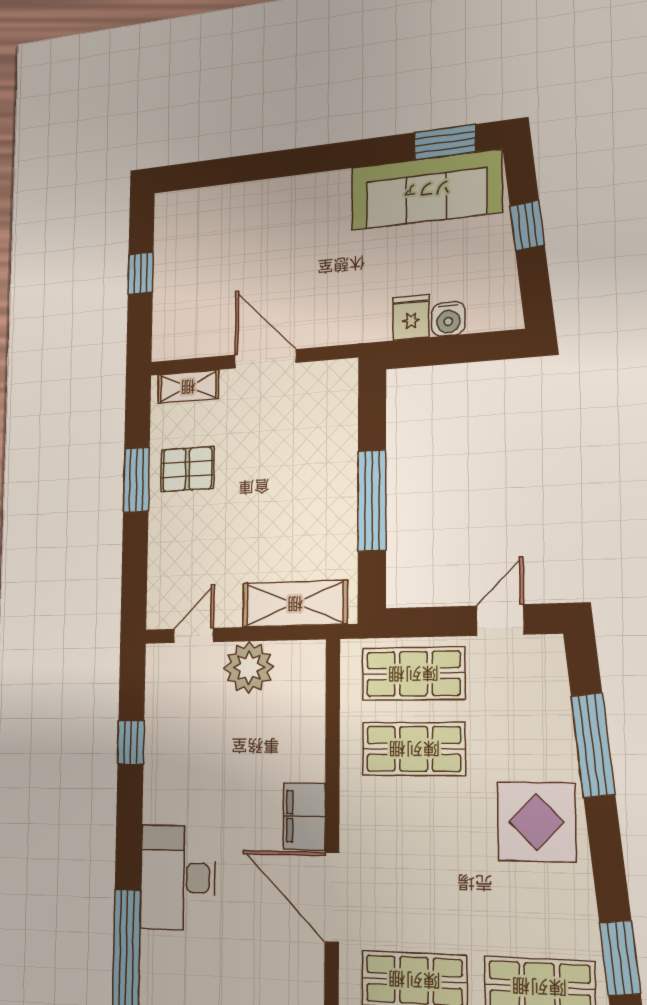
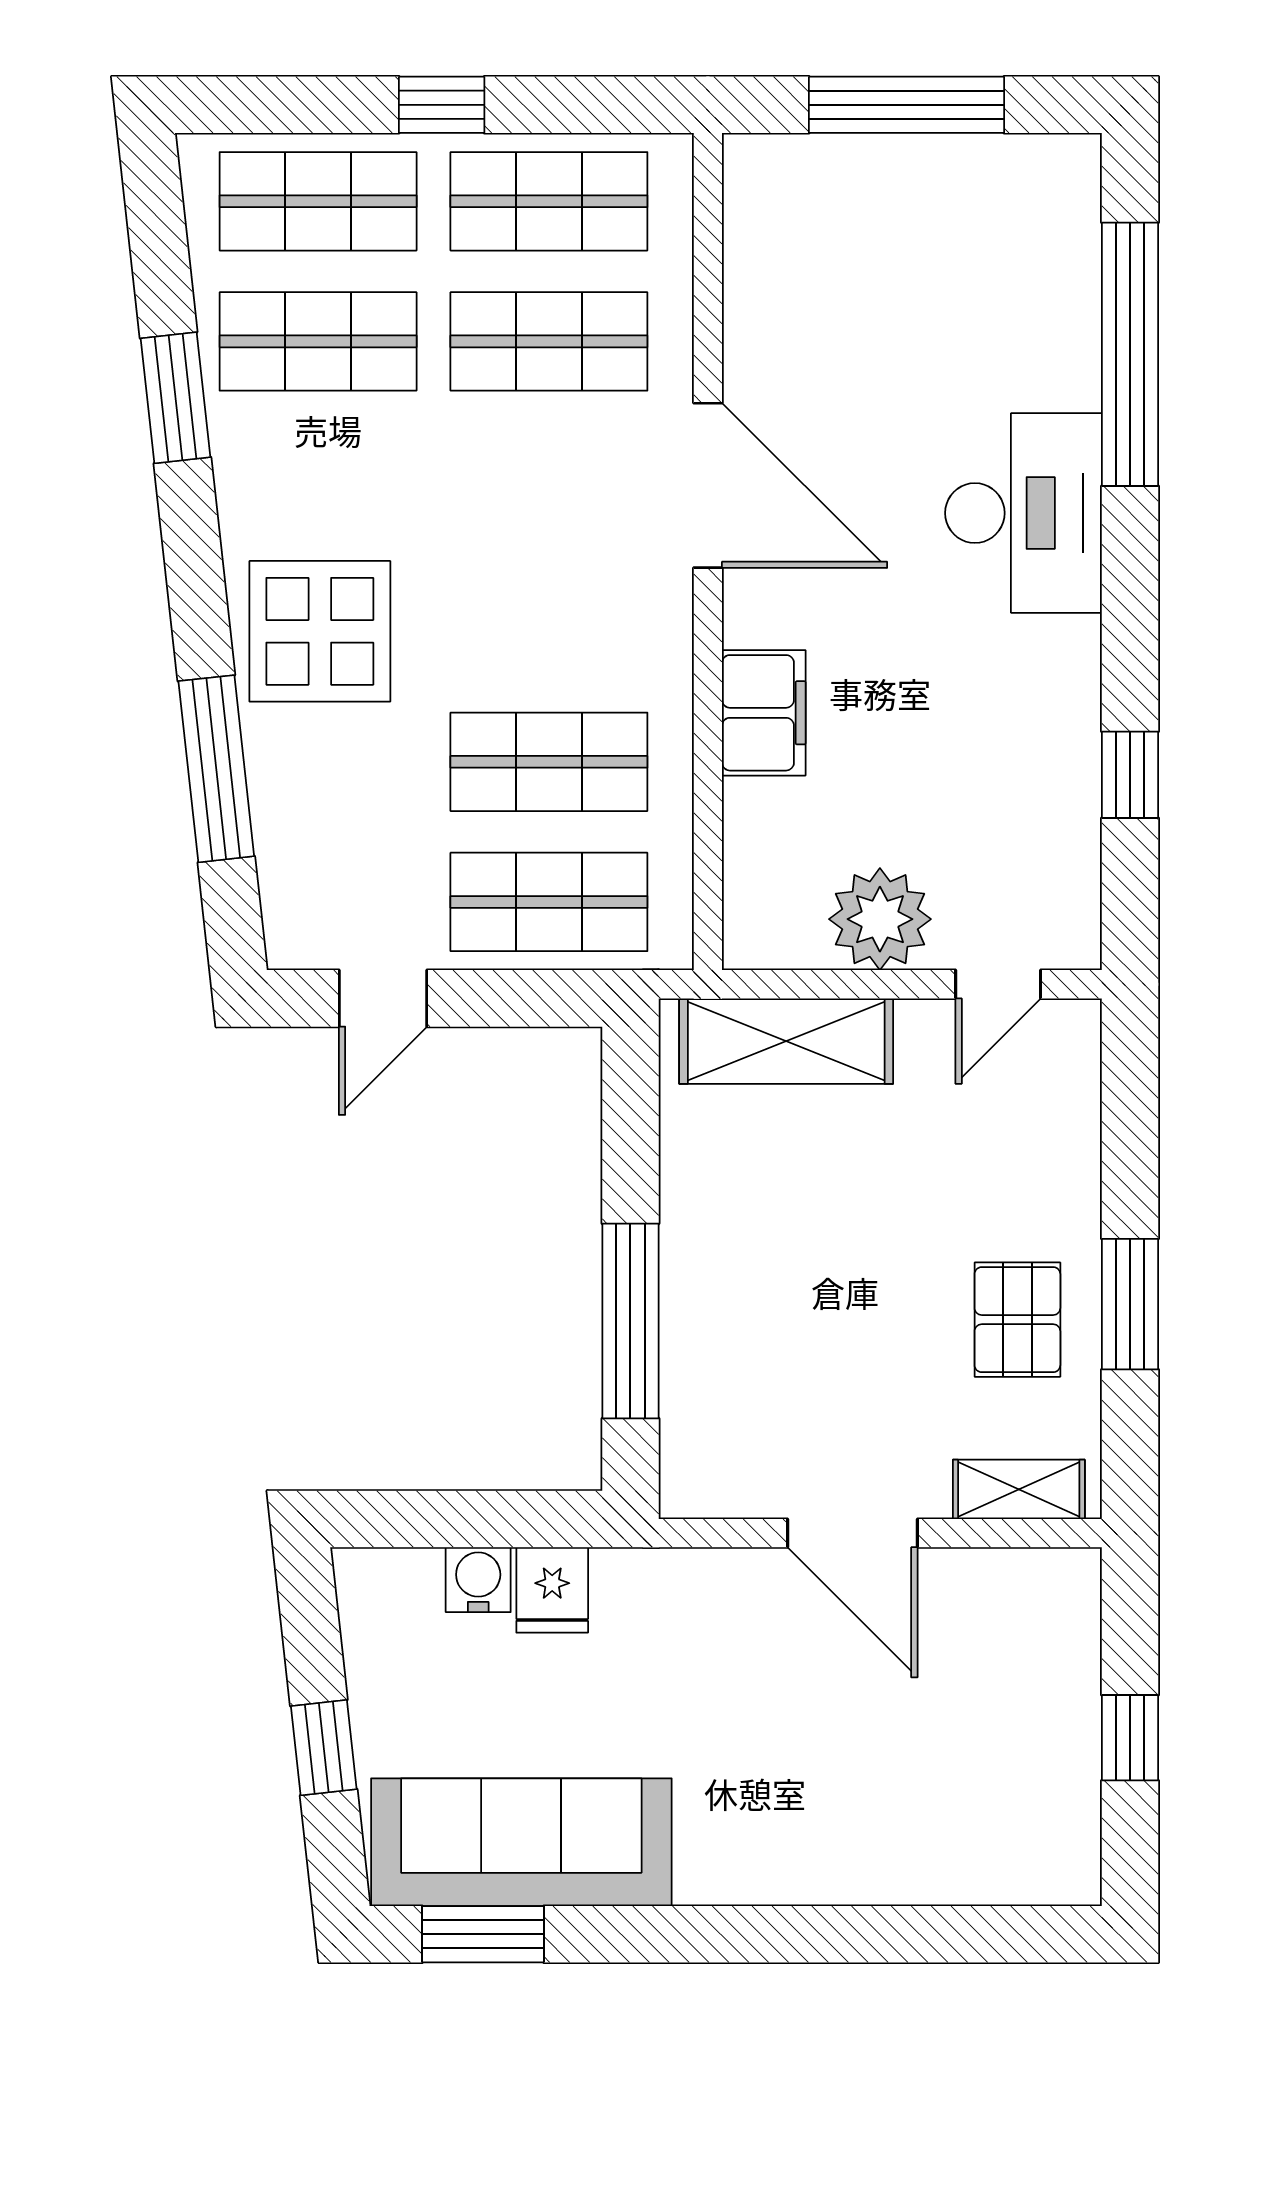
pallet: (187, 469) -> (1017, 1320), turned 90
window: (372, 500) -> (630, 1321), moved
filing cabinet: (304, 816) -> (764, 713), moved

